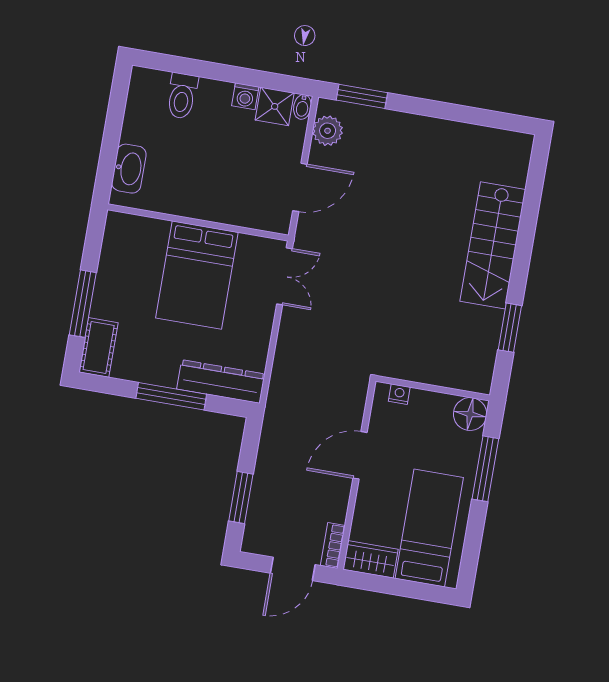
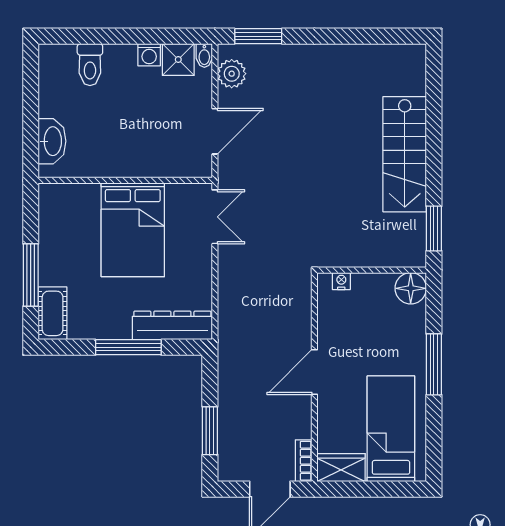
wall: (433, 388) -> (372, 270), moved
nightstand: (399, 394) -> (341, 281), moved
floor lamp: (470, 414) -> (411, 288), moved

